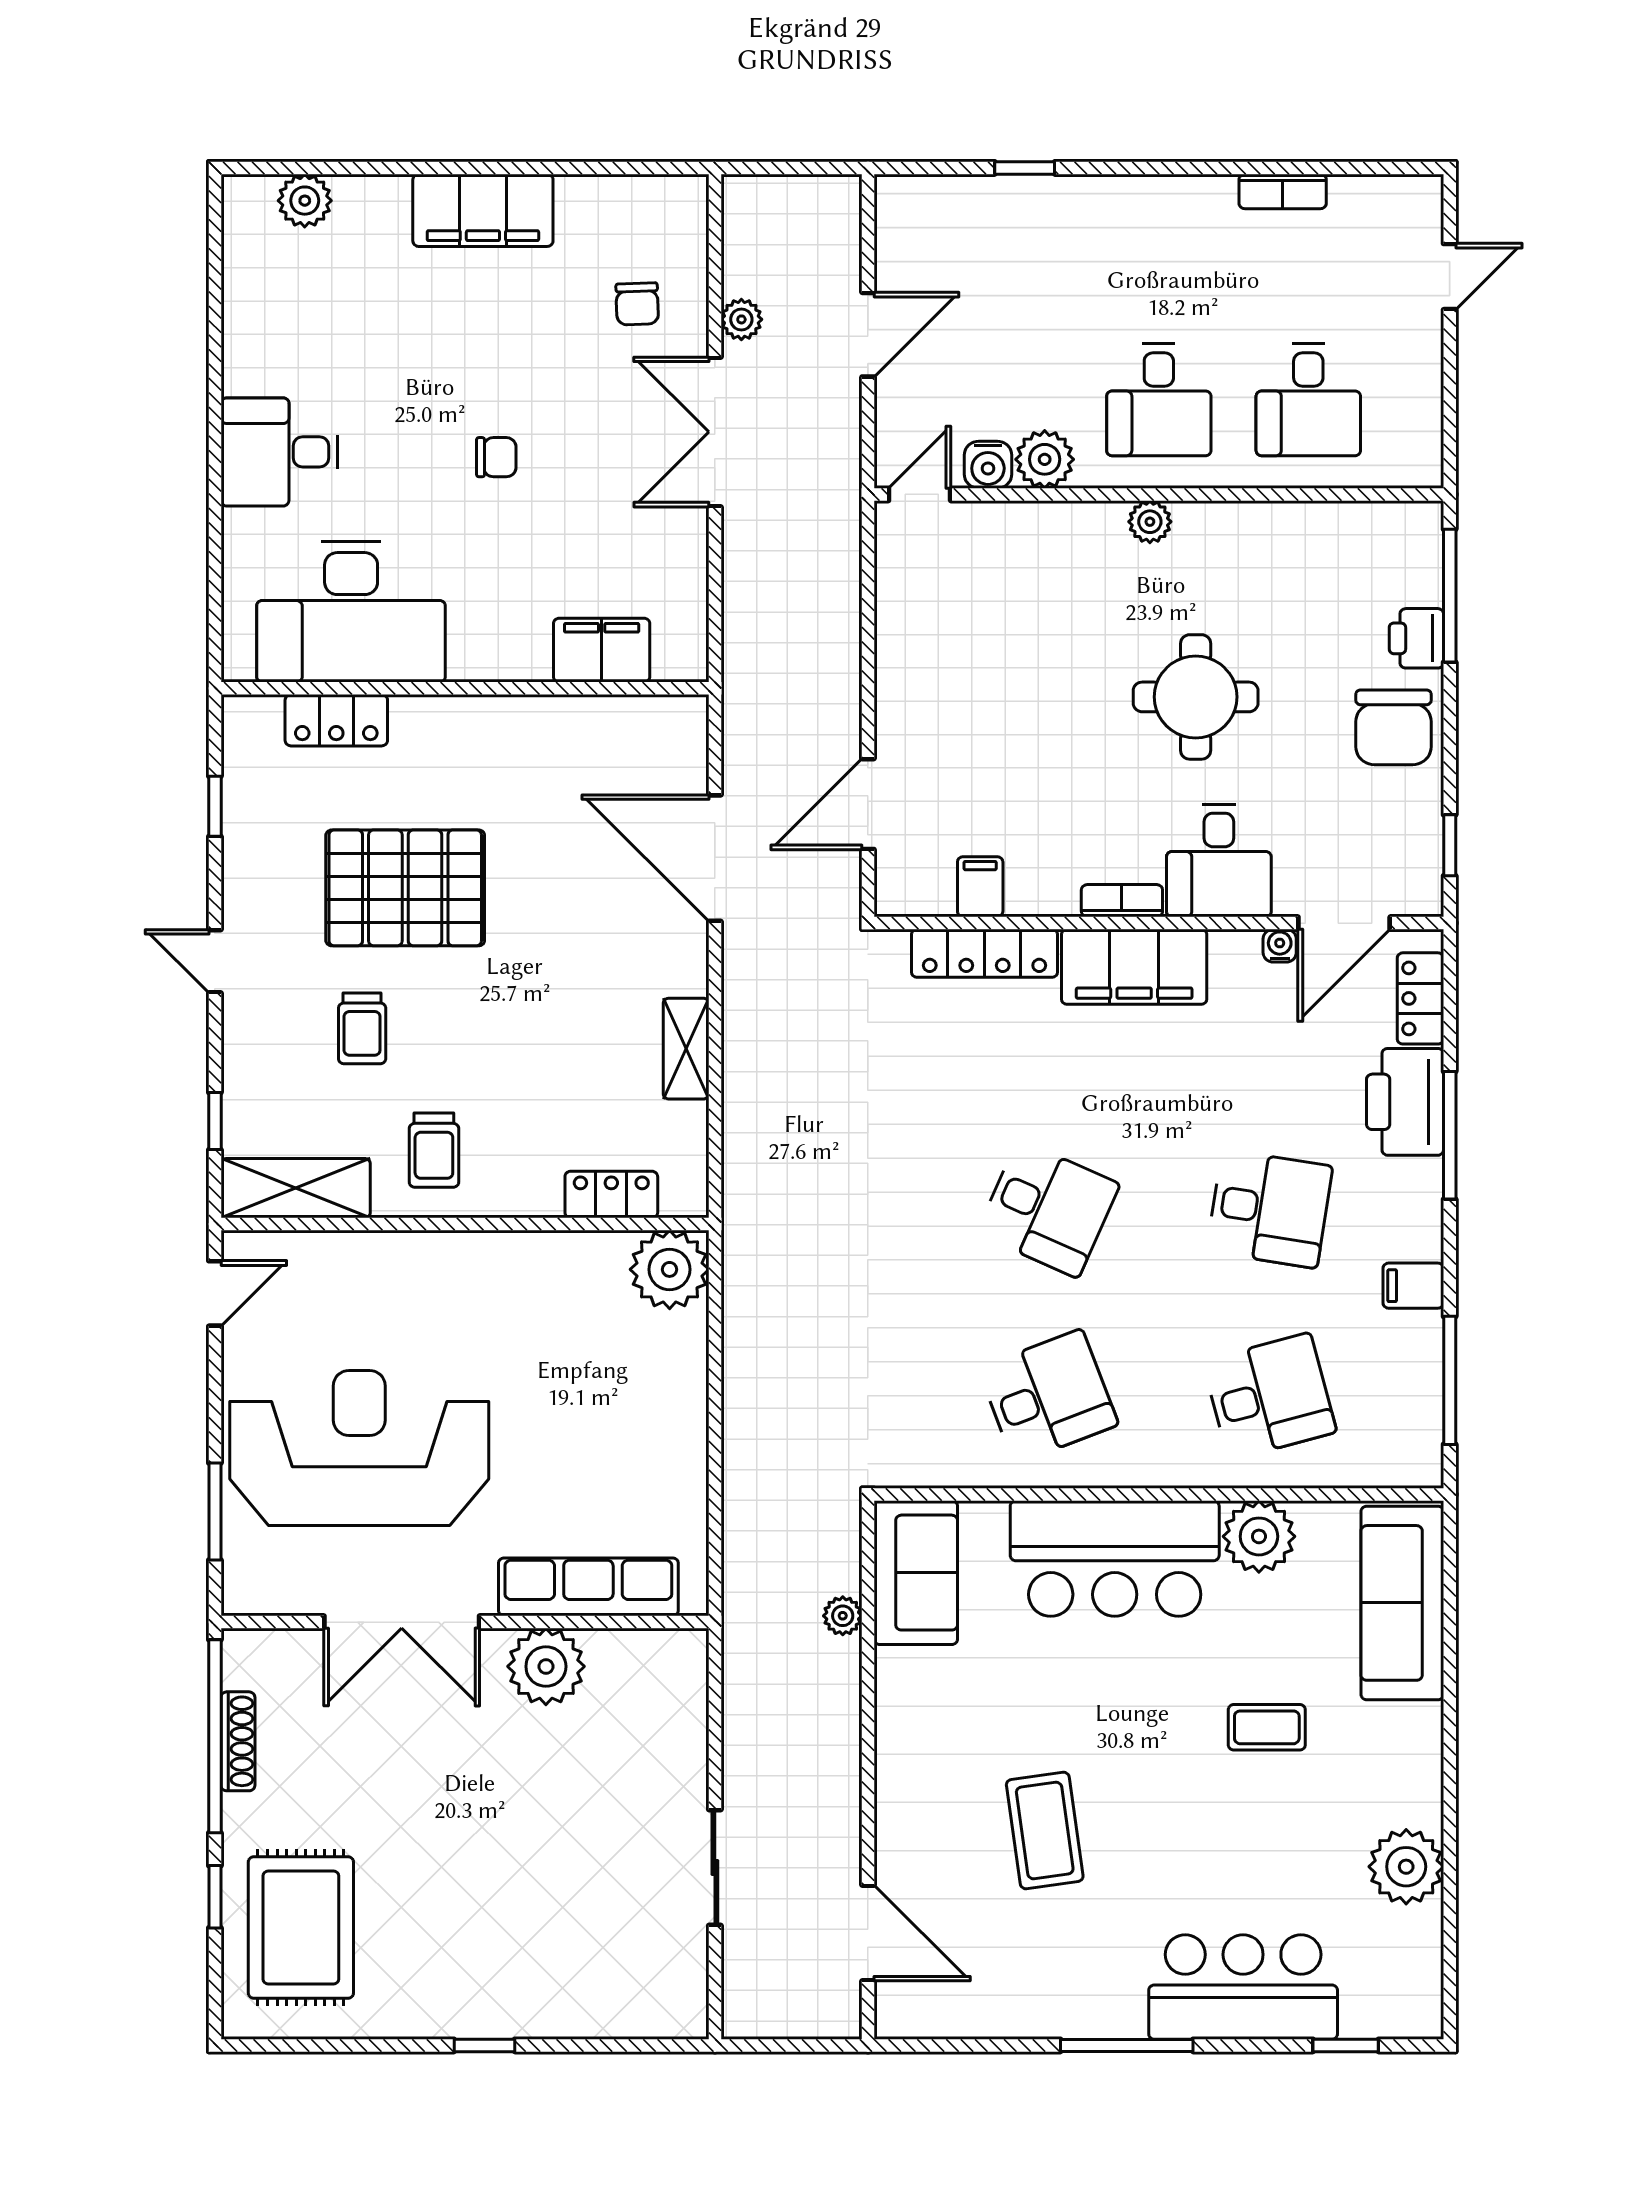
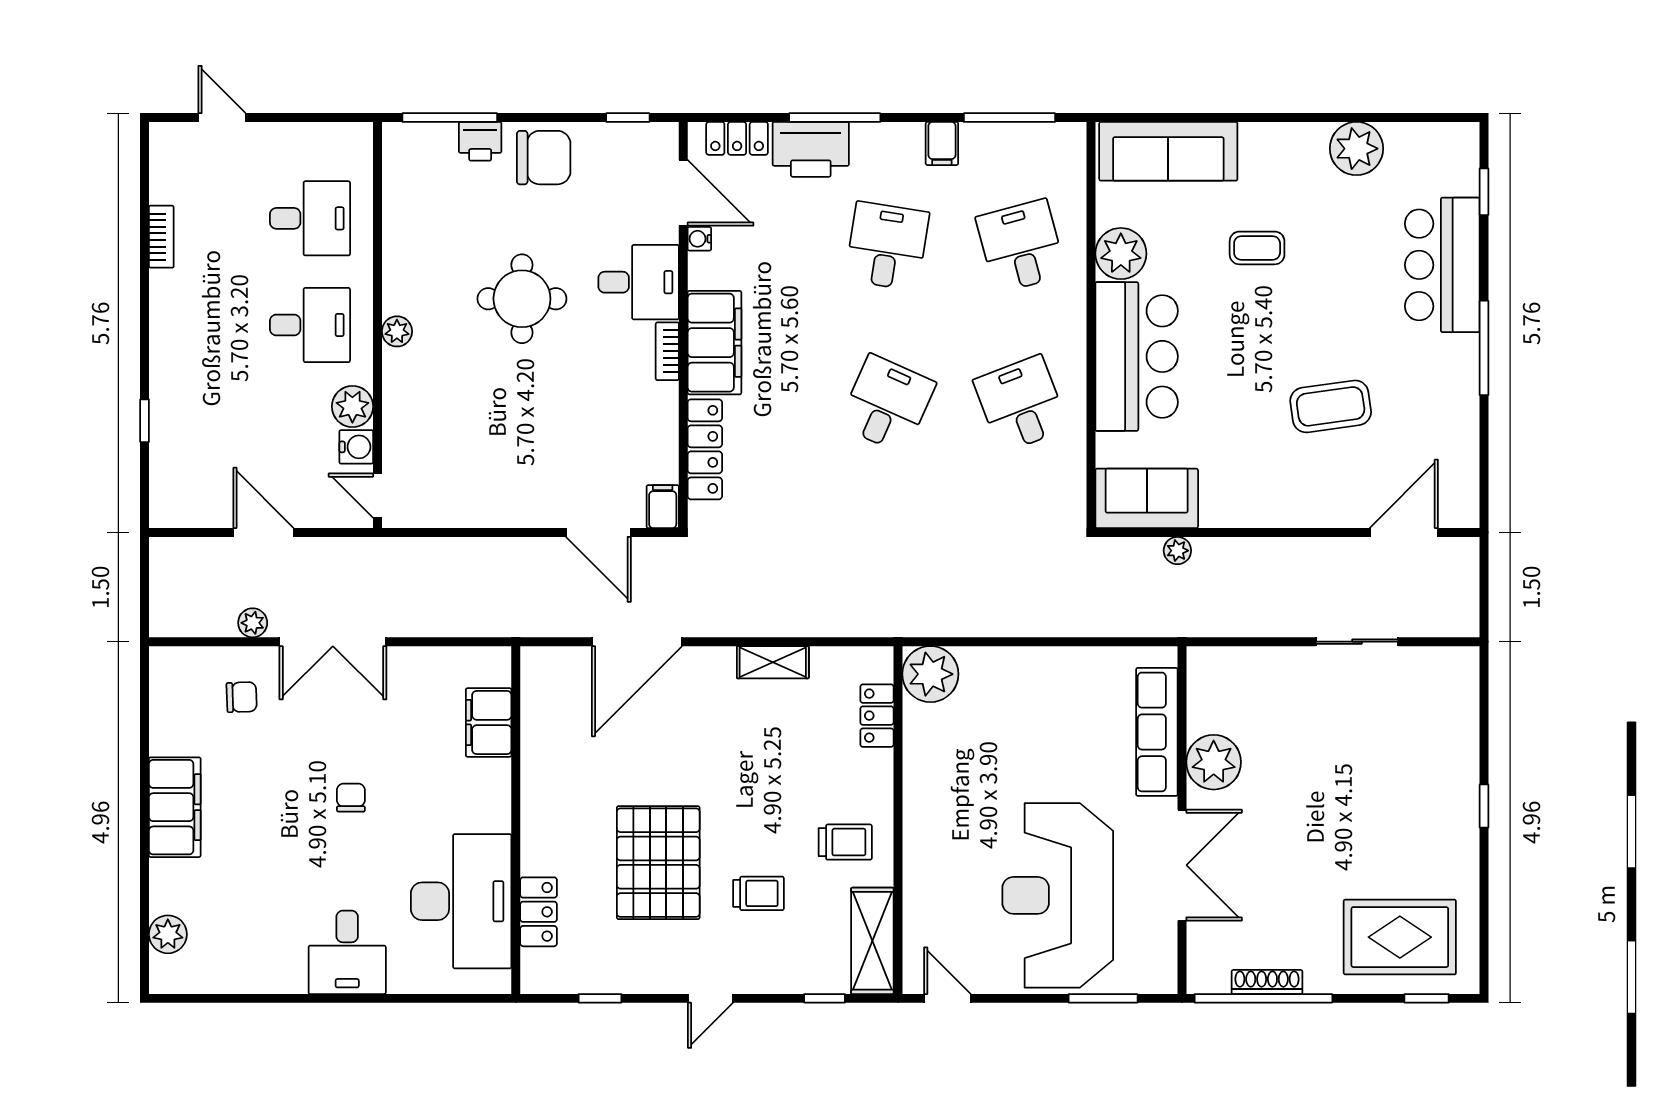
filing cabinet: (980, 887) -> (663, 507), moved, turned 90
coffee table: (1267, 1727) -> (1257, 248), turned 90
window: (215, 1897) -> (1427, 998), moved

